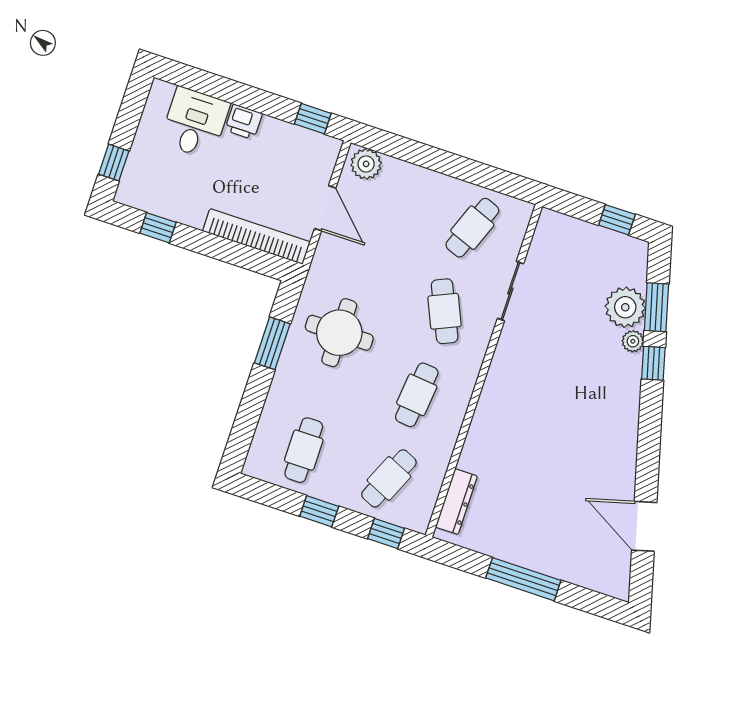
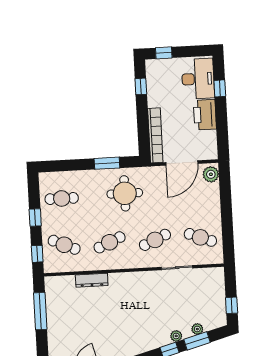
window: (313, 119) -> (220, 88), moved
printer: (244, 122) -> (205, 115), width x1.87, depth x1.48
desk: (195, 123) -> (198, 79), width x1.37
door: (325, 208) -> (182, 163), width x1.36
plant: (625, 307) -> (197, 329), width x0.53, depth x0.53
cafe table: (417, 395) -> (110, 242), turned -30
dresser: (456, 502) -> (92, 280), moved
window: (523, 579) -> (40, 311), moved

